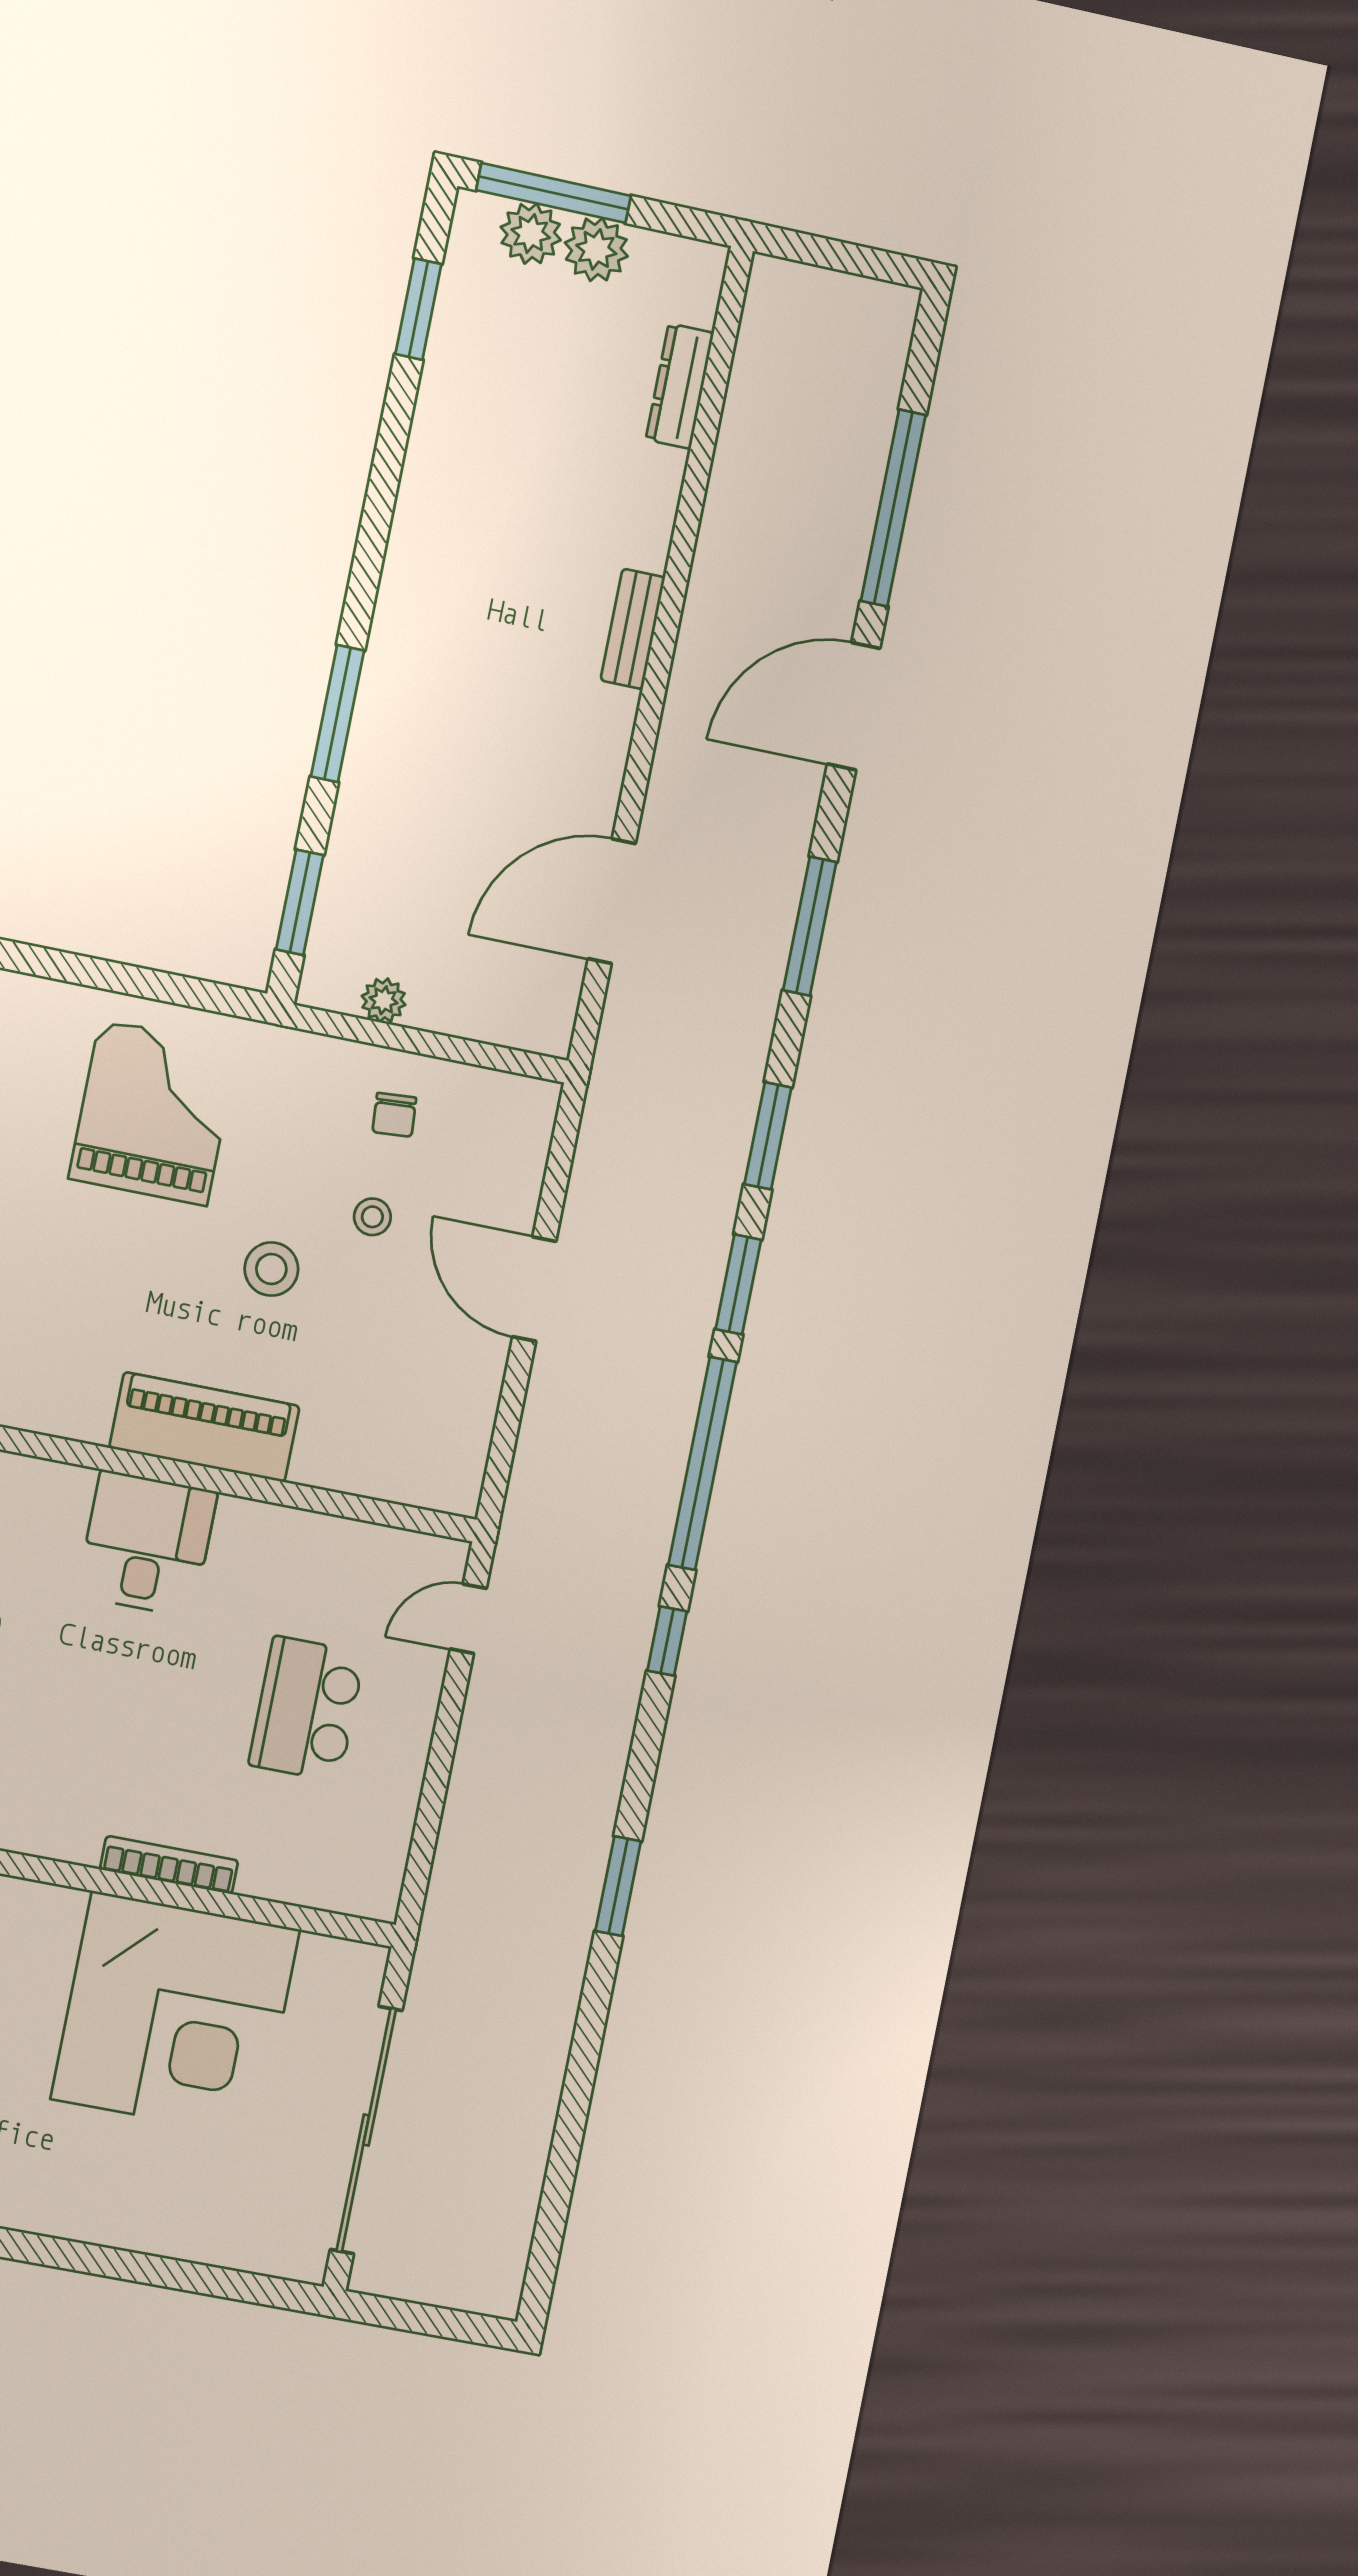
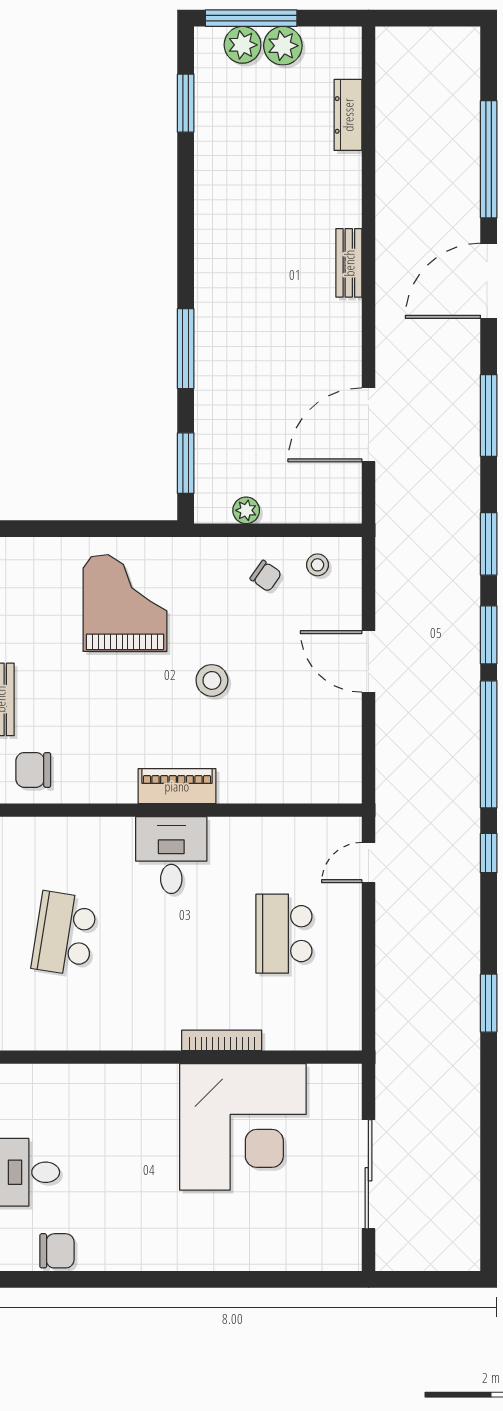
chair: (394, 1115) -> (266, 576), turned -51
stool: (372, 1217) -> (318, 565), moved
piano: (204, 1427) -> (177, 786), width x0.73, depth x0.75
sliding door: (366, 2130) -> (368, 1174), width x0.73

